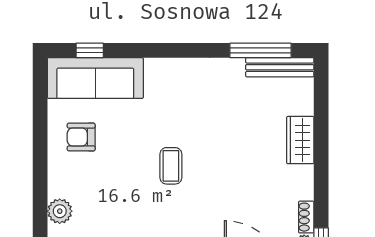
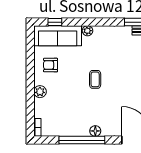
plant: (155, 68) -> (87, 31), added
plant: (60, 211) -> (40, 92), moved

